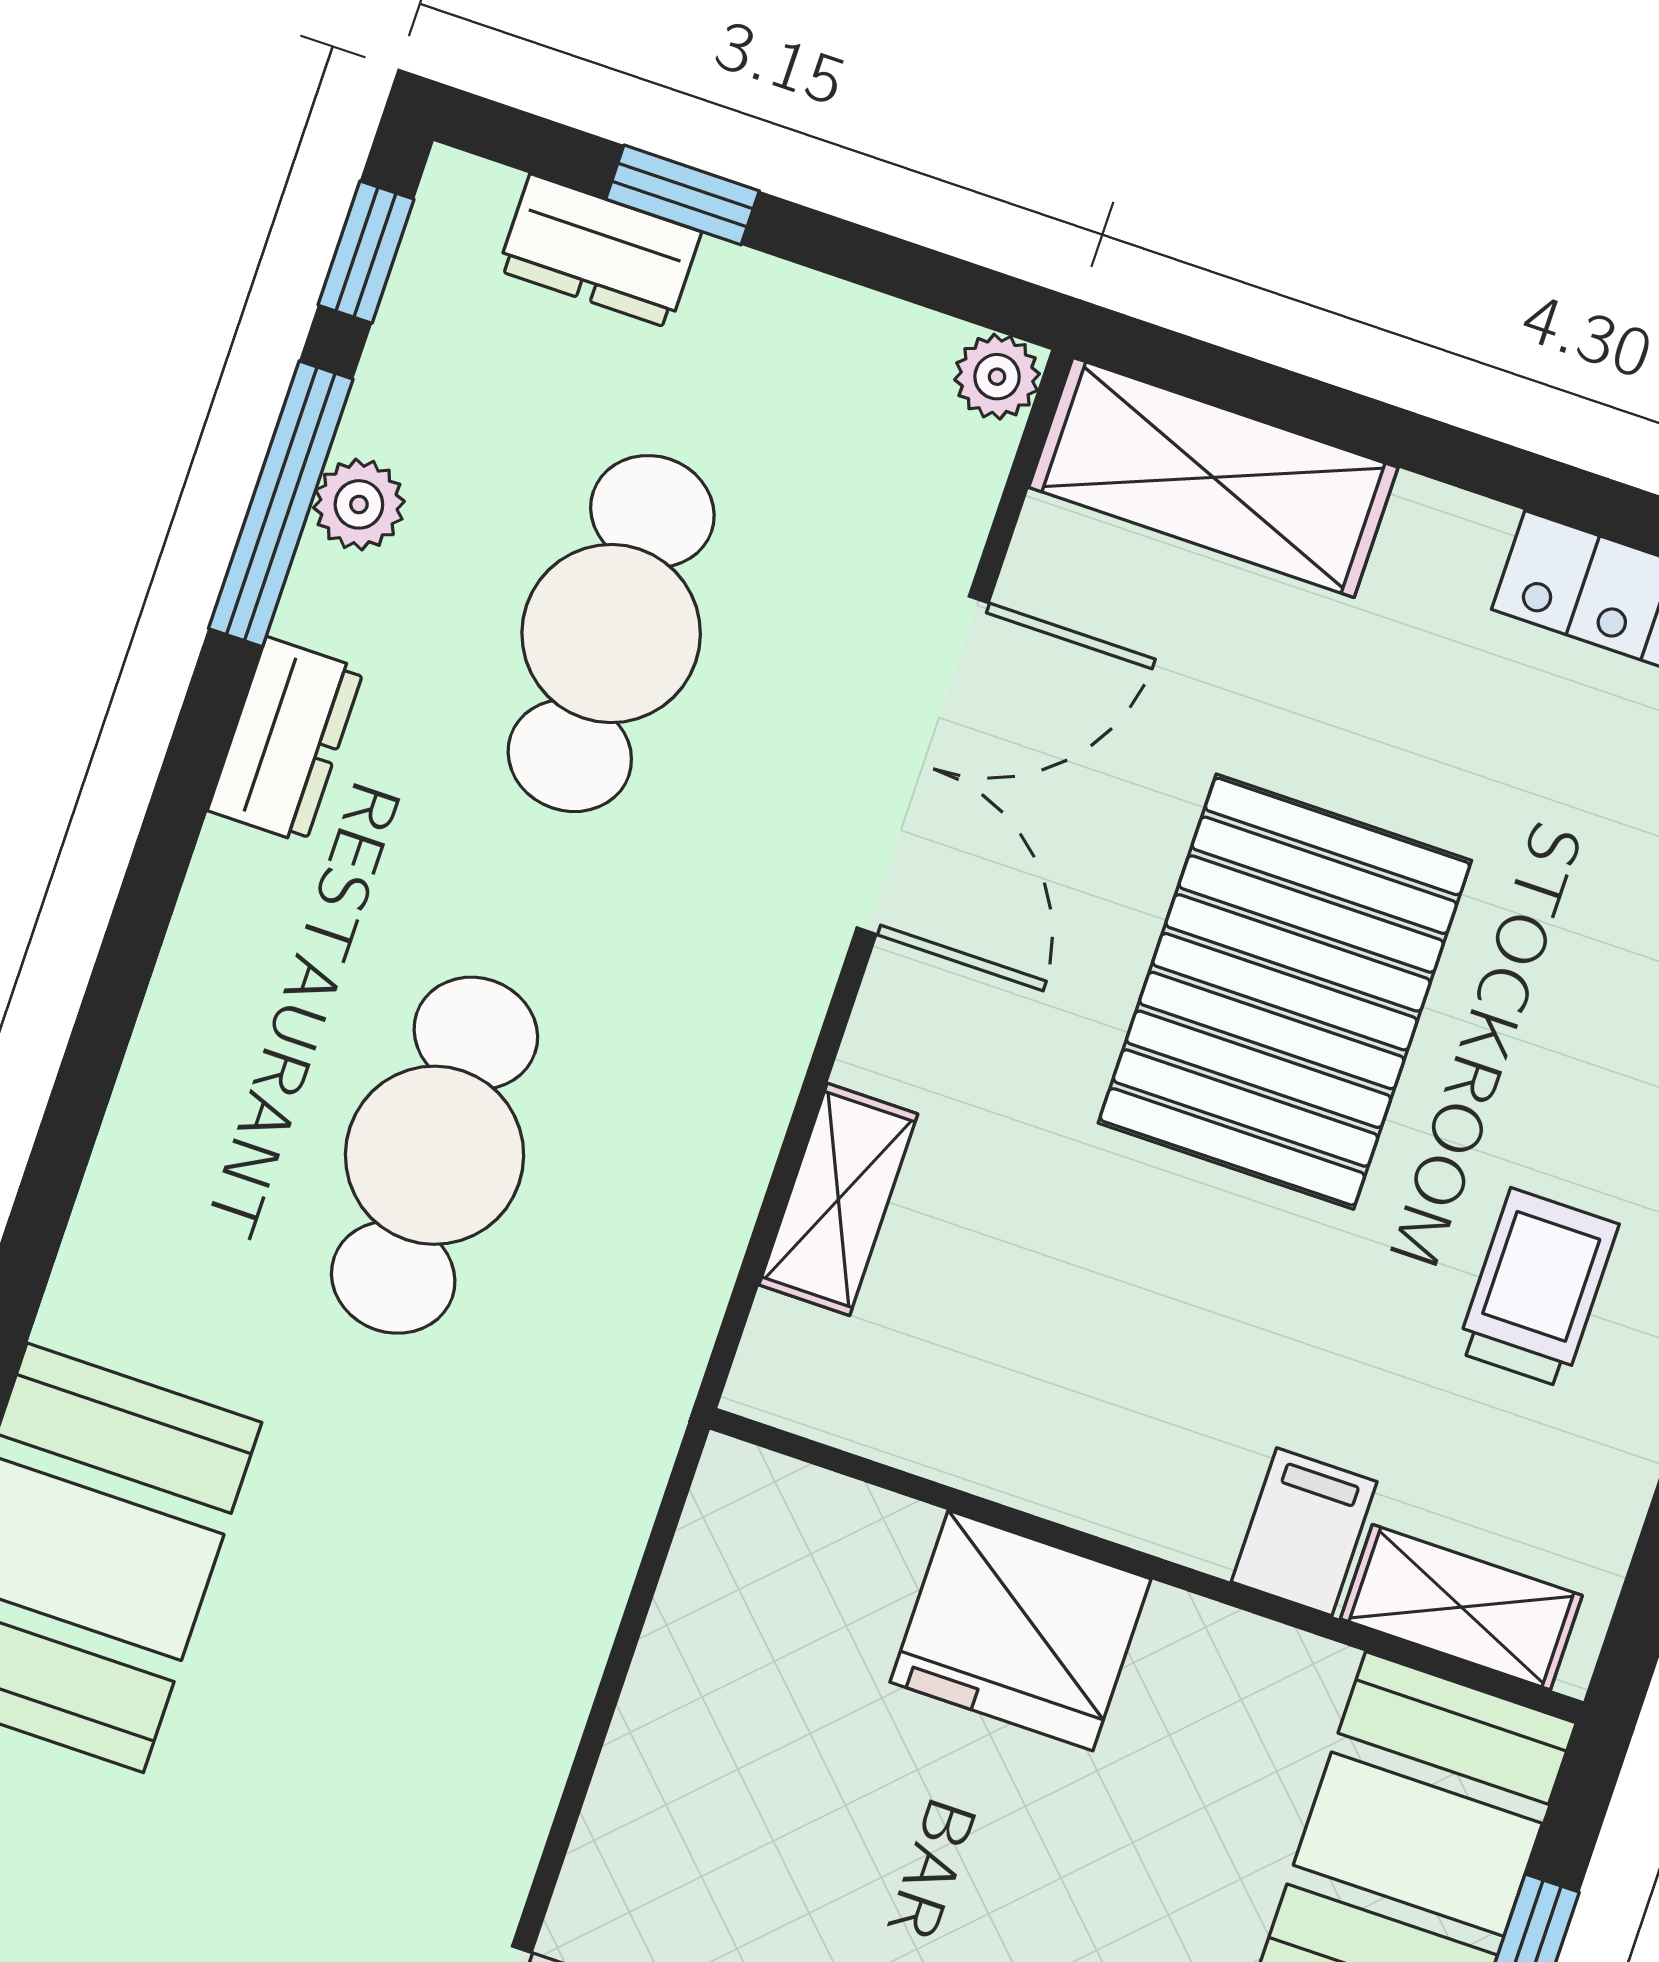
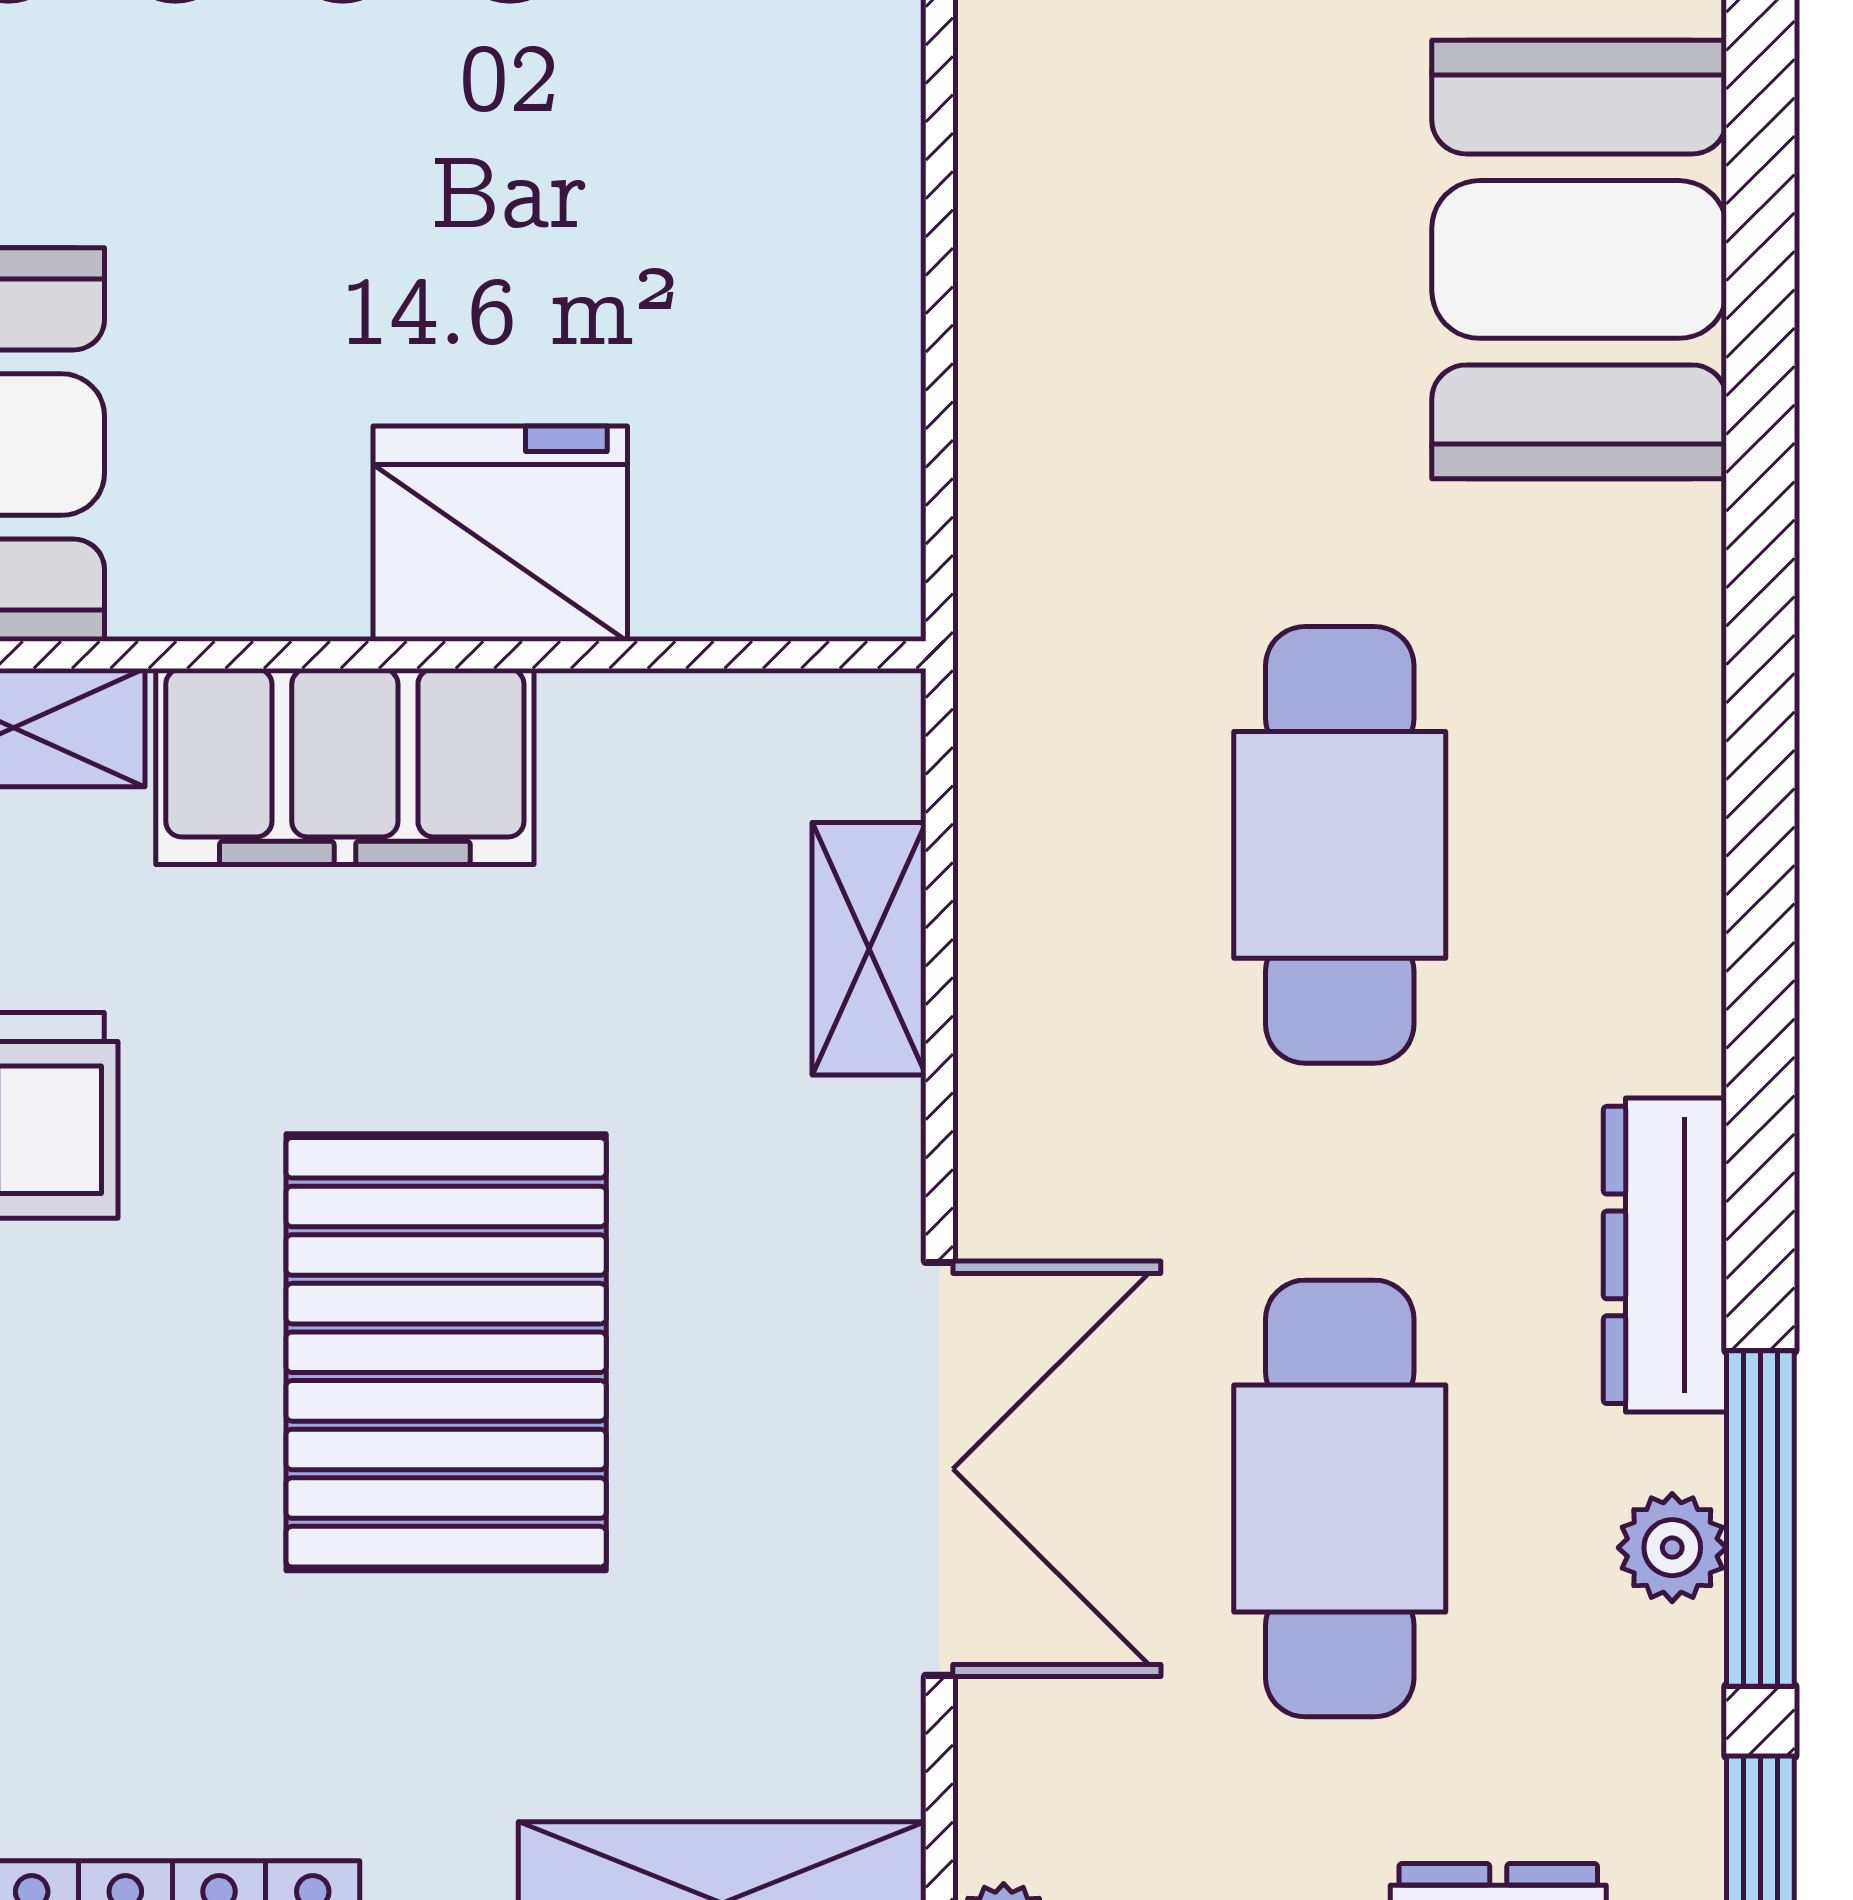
dresser: (286, 740) -> (1665, 1255), width x1.44
double door: (923, 765) -> (939, 1469), swing flipped
filing cabinet: (1304, 1532) -> (345, 766), width x3.00, depth x1.17

